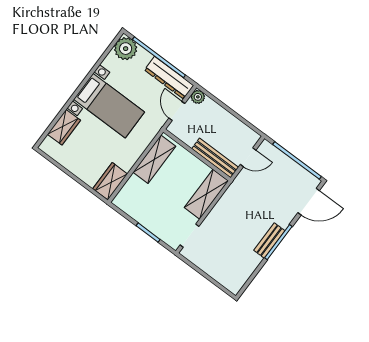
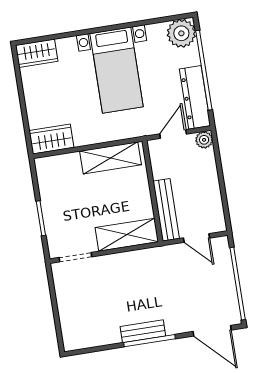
wardrobe: (64, 127) -> (37, 53), moved

